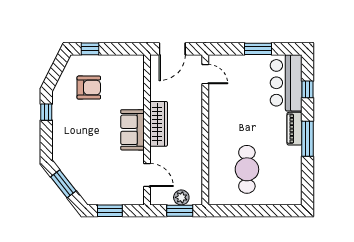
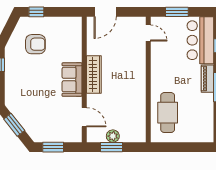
door: (205, 74) -> (148, 33), moved
wall: (205, 130) -> (148, 79), moved

